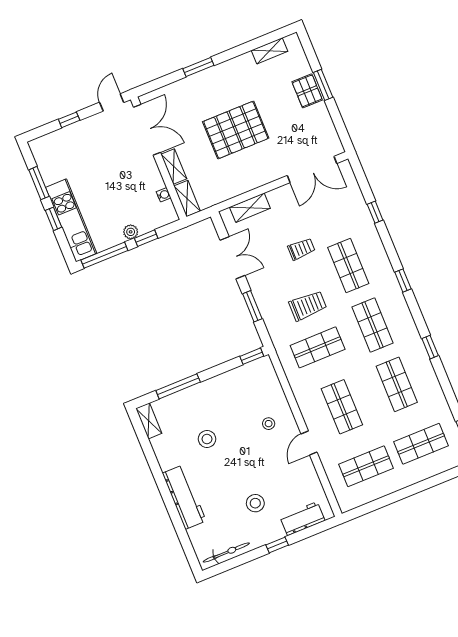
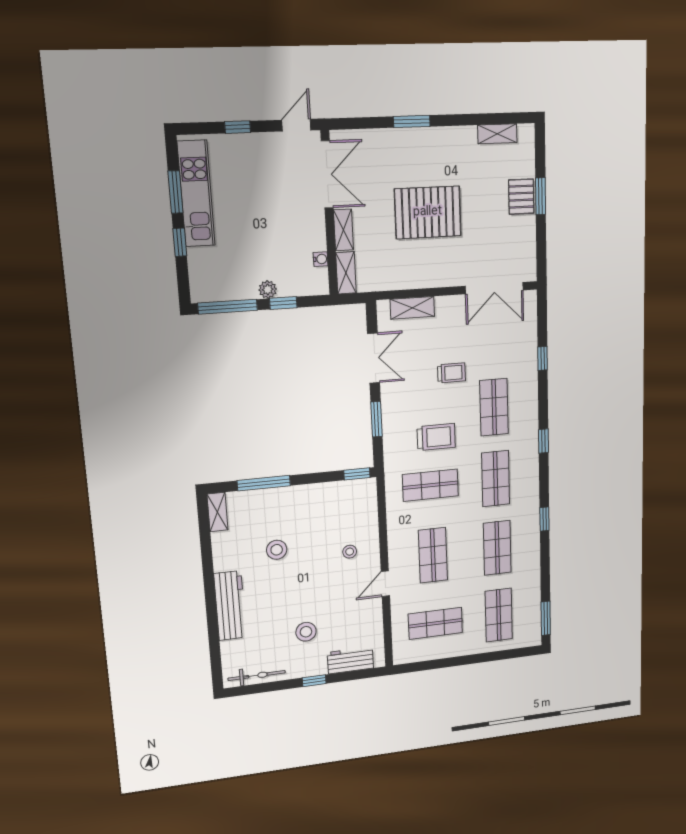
kitchen unit: (71, 220) -> (196, 194), moved
shop shelf: (421, 444) -> (499, 615), turned 90

